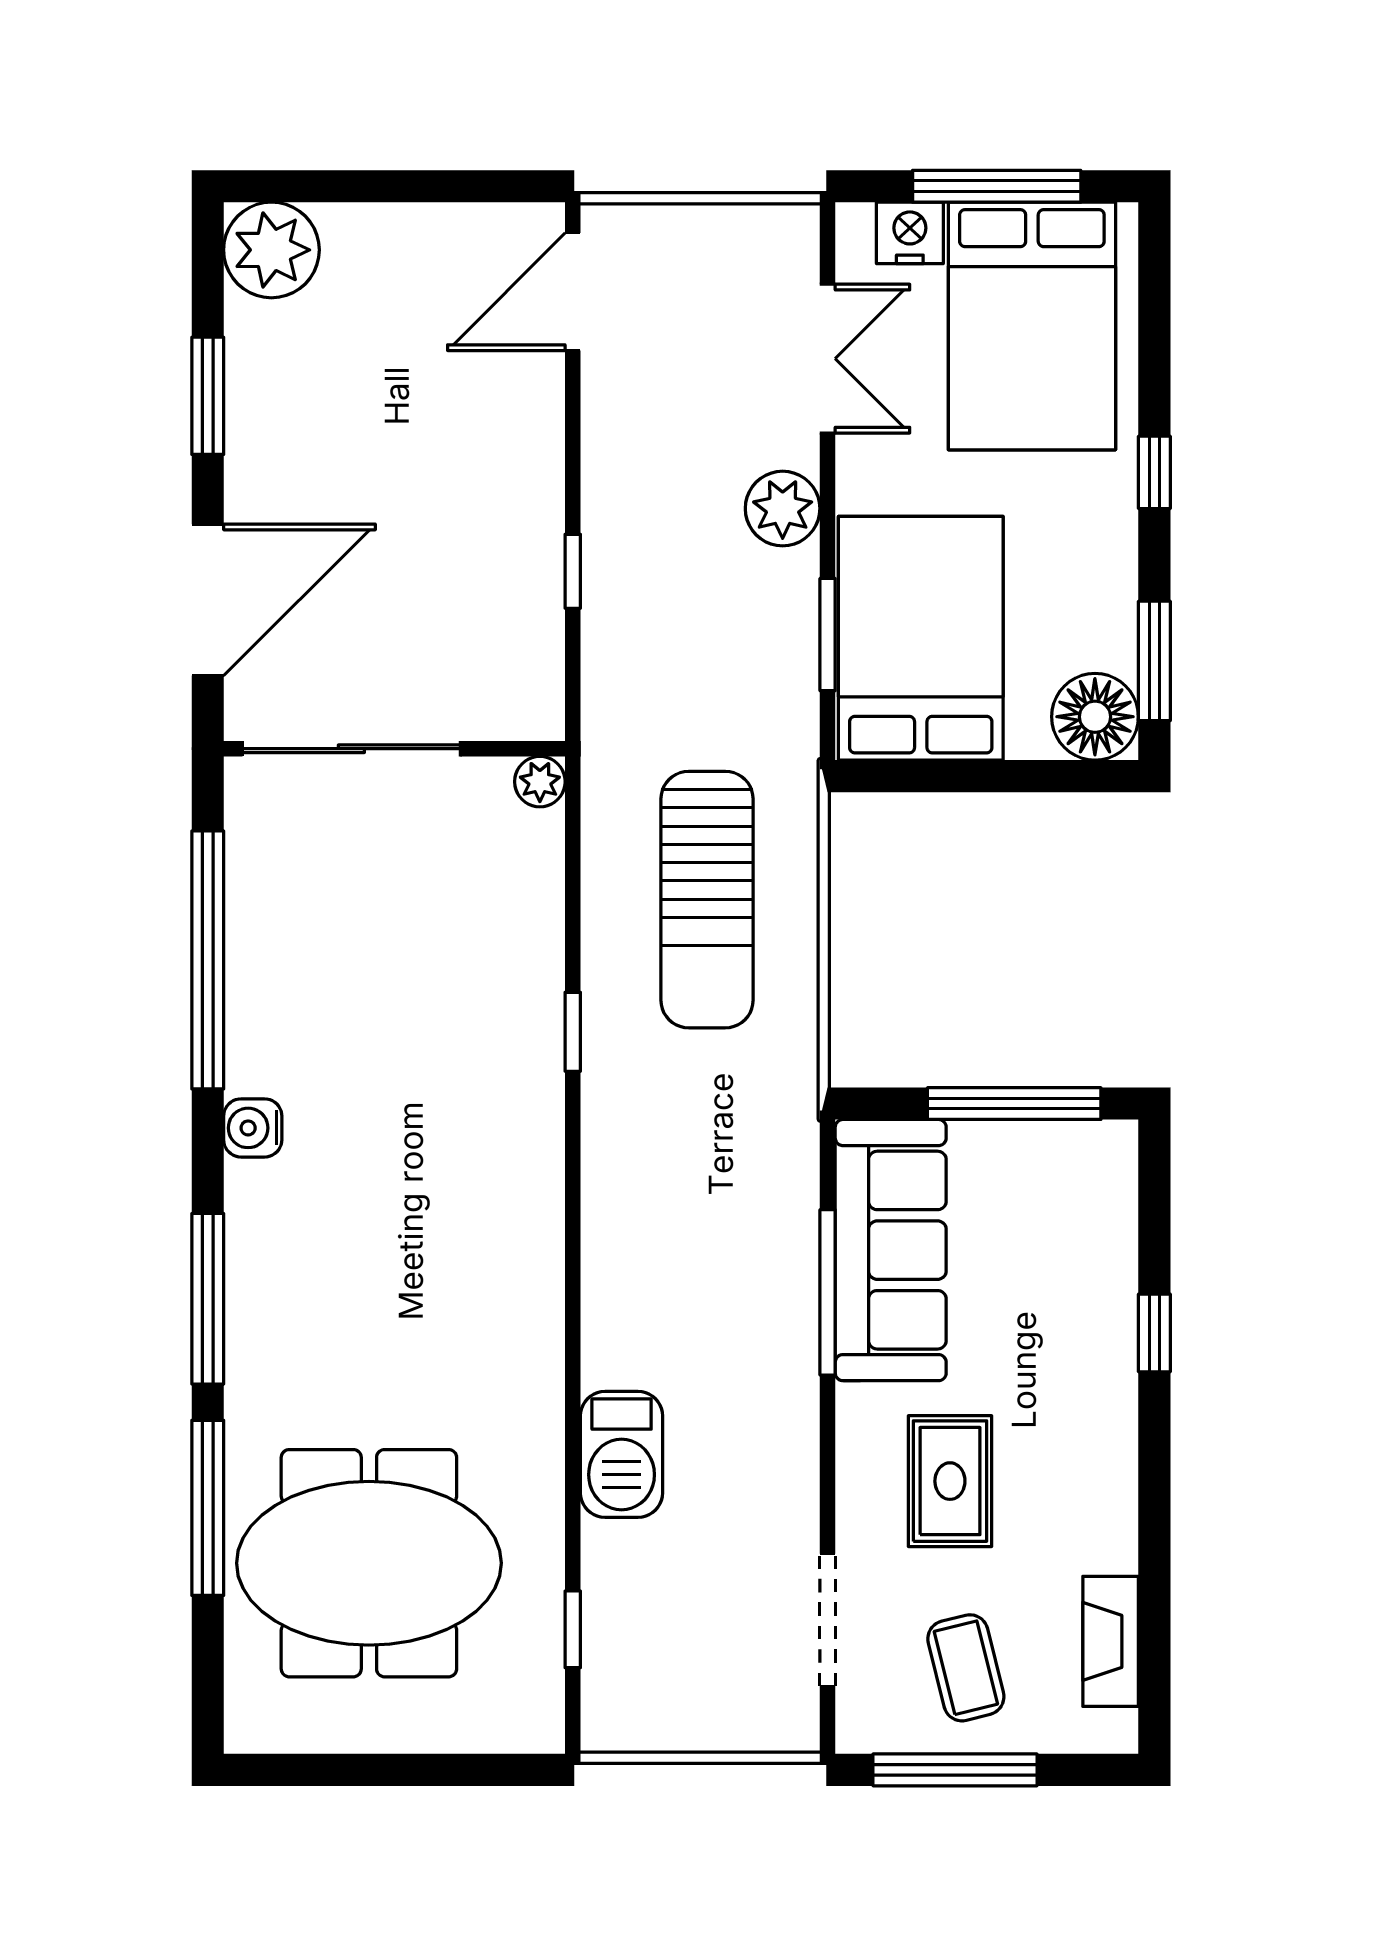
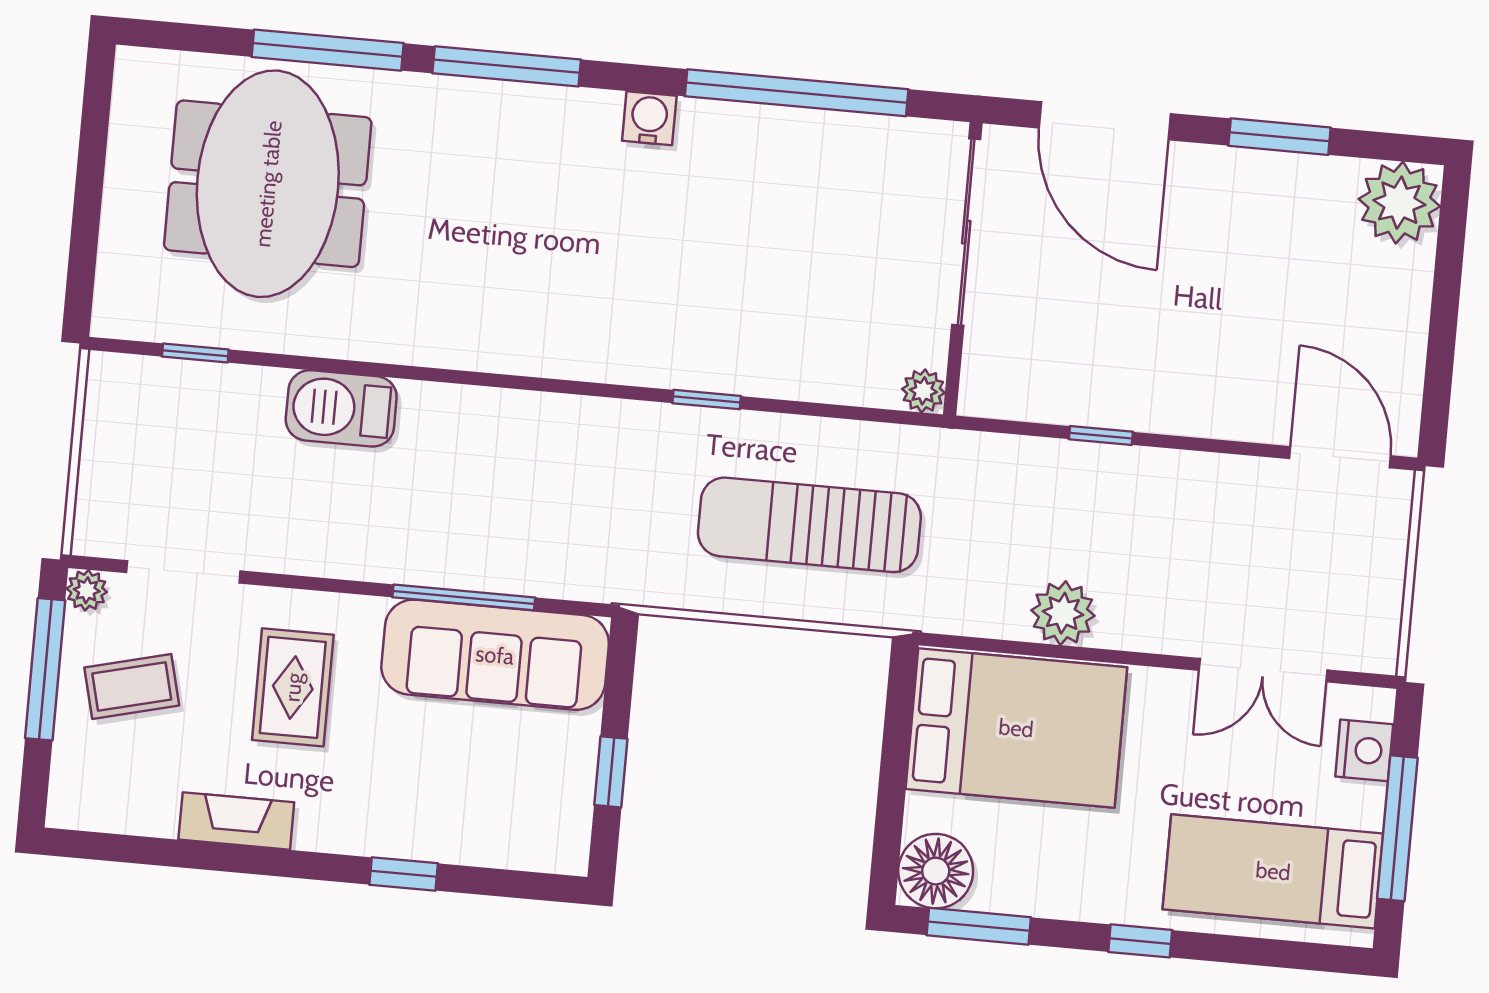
bed: (1032, 326) -> (1273, 871), width x0.67
plant: (783, 509) -> (1063, 613), moved
window: (828, 635) -> (1027, 649), removed
window: (1014, 1104) -> (611, 772), width x0.46
rug: (950, 1481) -> (293, 687), turned 90
fireplace: (1111, 1641) -> (236, 821), moved
plant: (859, 1730) -> (87, 590), added

